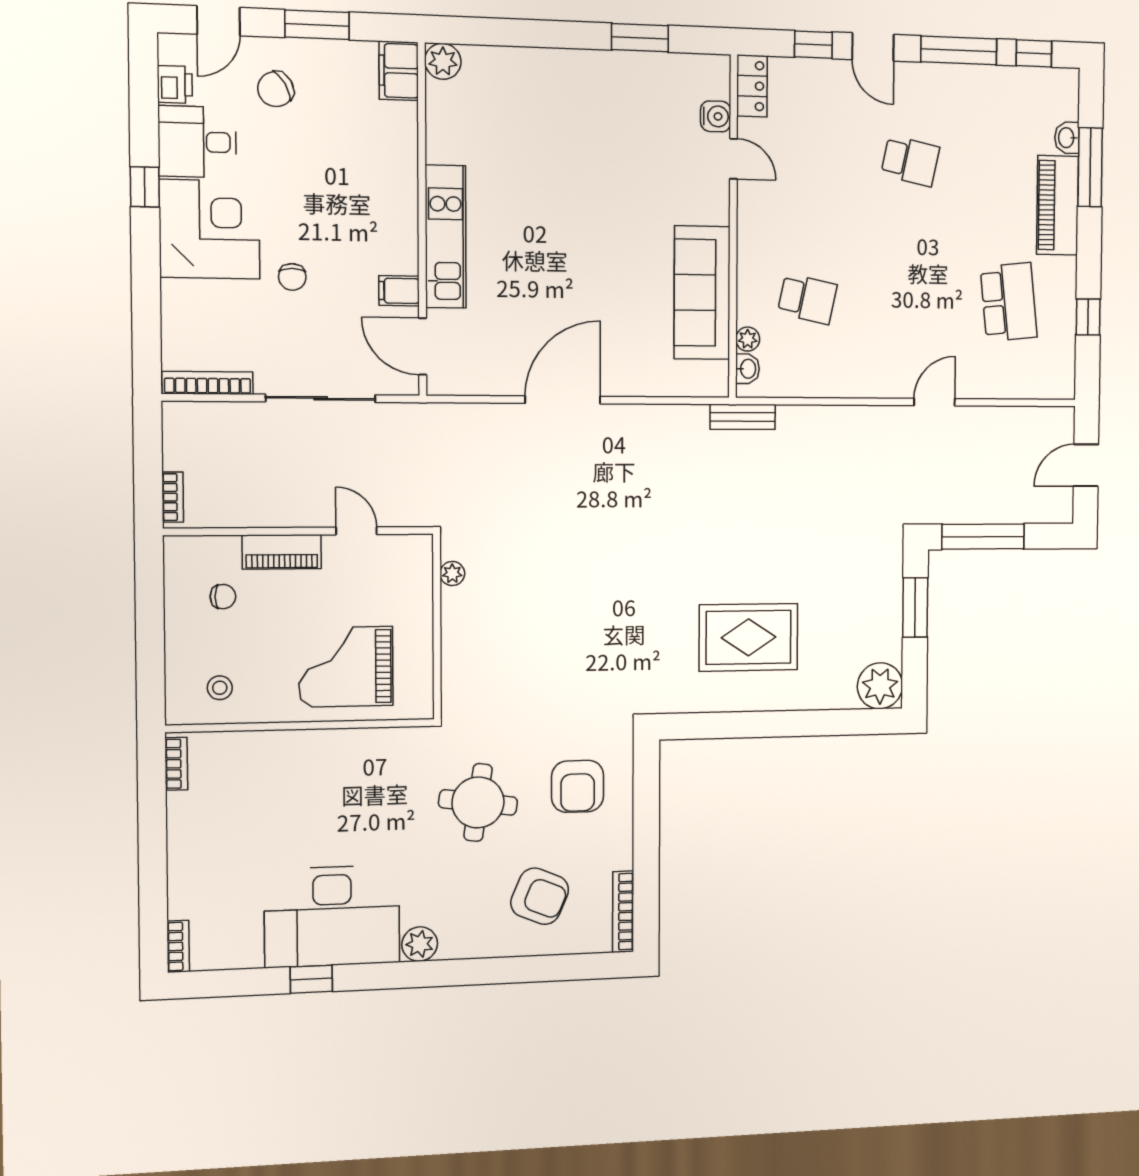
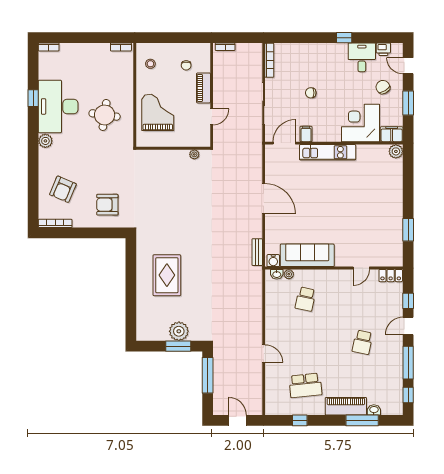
water cooler: (716, 116) -> (273, 261), moved
corner desk: (209, 229) -> (361, 123), moved, turned 180
bench: (743, 417) -> (257, 252), moved
plant: (880, 686) -> (179, 331), moved
round table: (478, 802) -> (105, 115), moved

